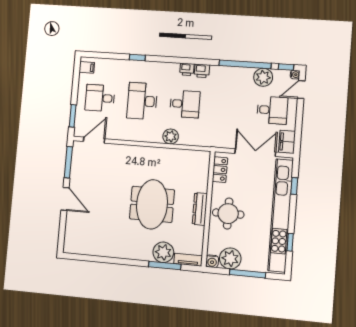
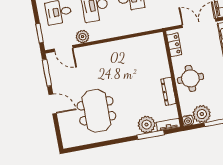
plant: (171, 136) -> (83, 37), moved
door: (94, 140) -> (64, 49), swing flipped
meeting table: (152, 204) -> (96, 111), moved
dresser: (200, 209) -> (169, 91), moved

